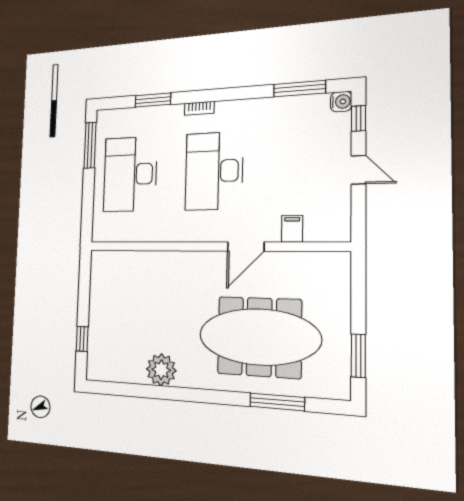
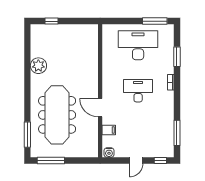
water cooler: (341, 102) -> (109, 153), moved
desk: (214, 171) -> (138, 91), width x0.73, depth x0.77
window: (358, 356) -> (51, 160), width x1.44
window: (277, 402) -> (27, 135), moved

